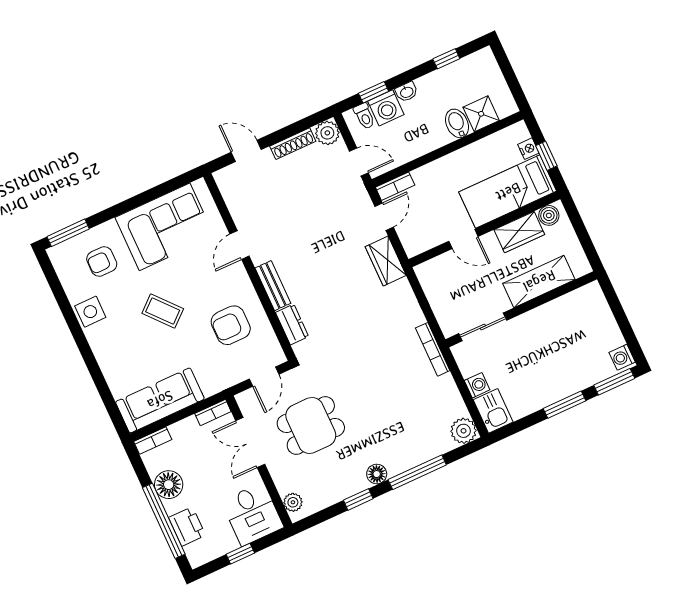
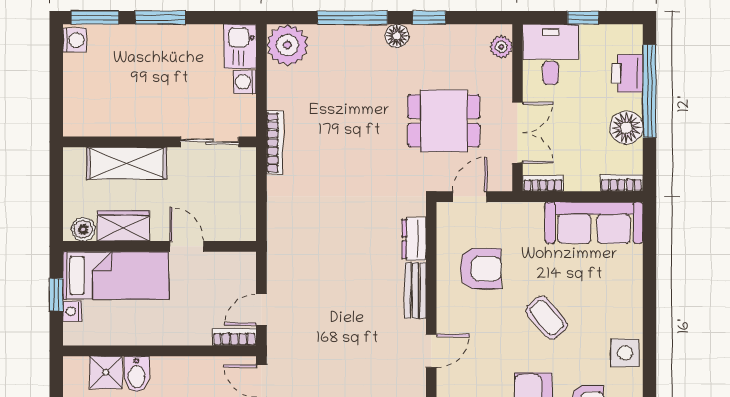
wardrobe: (386, 261) -> (282, 261), removed
plant: (464, 431) -> (287, 45), width x1.36, depth x1.36

